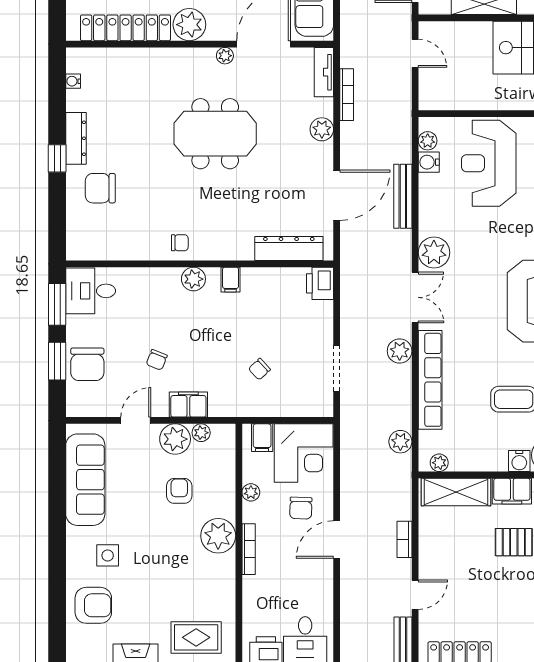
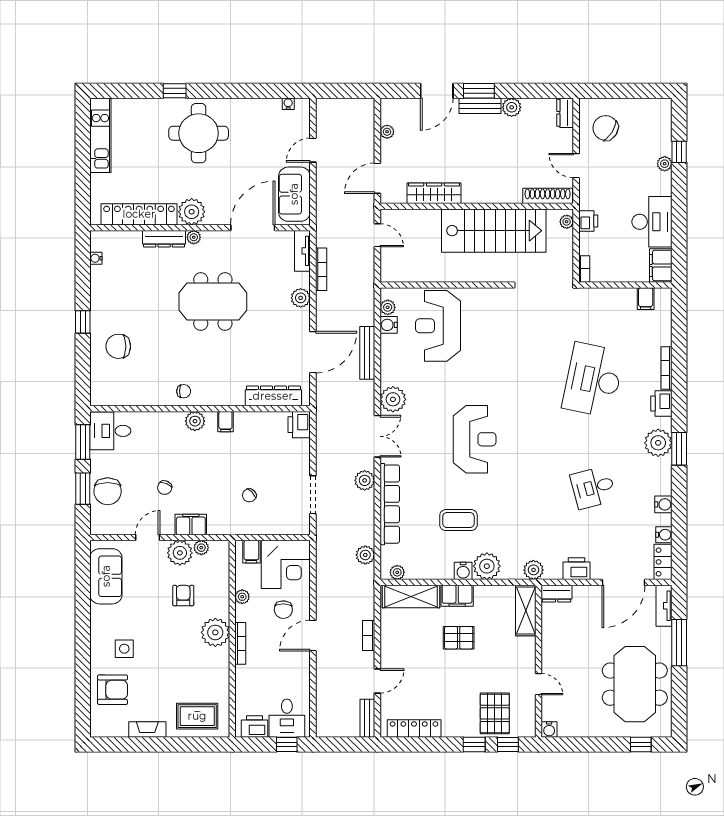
plant: (225, 56) -> (194, 237), moved
dresser: (76, 138) -> (164, 239), moved, turned 90
sofa: (85, 480) -> (106, 576), width x0.73

